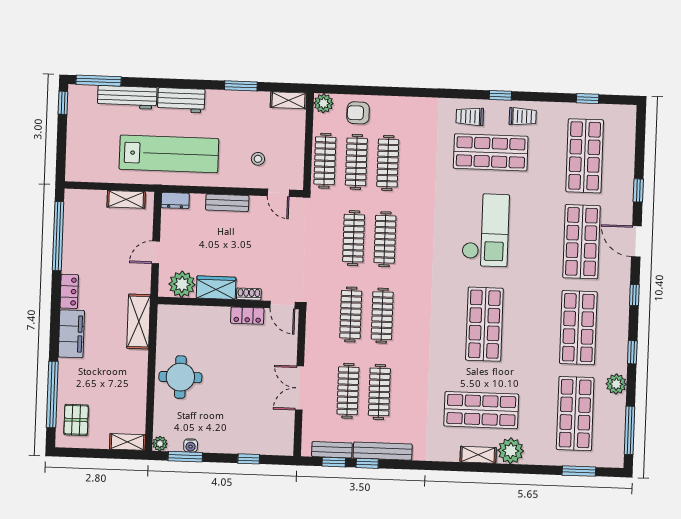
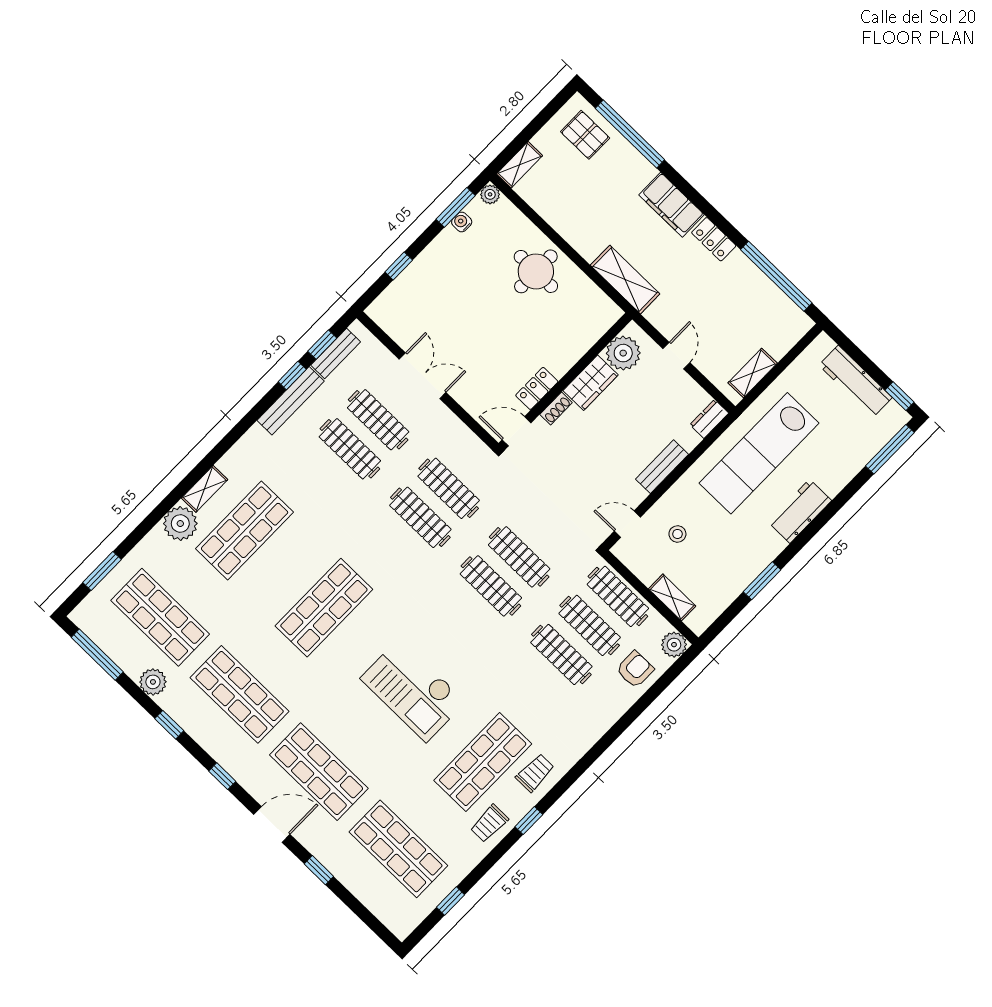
workbench: (127, 97) -> (856, 381), moved, turned -90
shelving: (288, 100) -> (672, 597), moved, turned 90
shop shelf: (484, 324) -> (324, 608), turned 90

